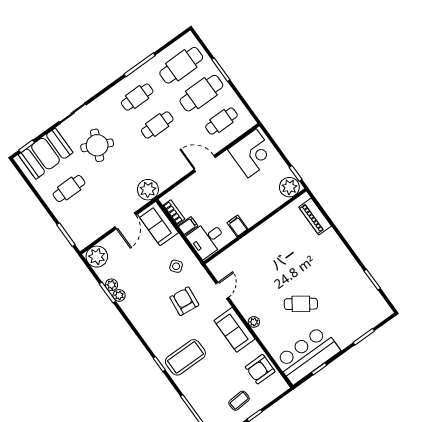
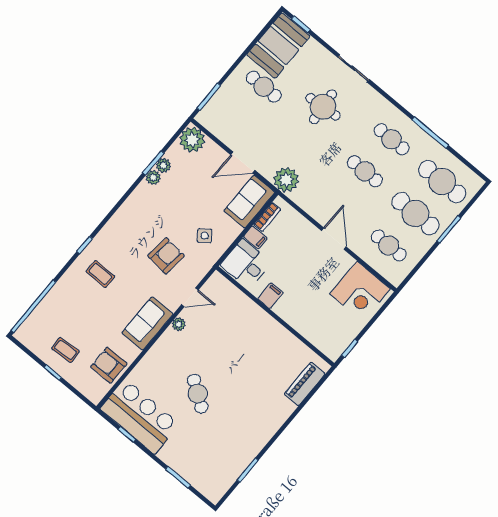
round table: (97, 145) -> (323, 107), turned -30
booth: (46, 154) -> (278, 45), moved, turned 90
plant: (289, 187) -> (331, 345), removed
plant: (254, 322) -> (179, 324), moved
coffee table: (185, 357) -> (100, 274), width x0.54, depth x0.58

